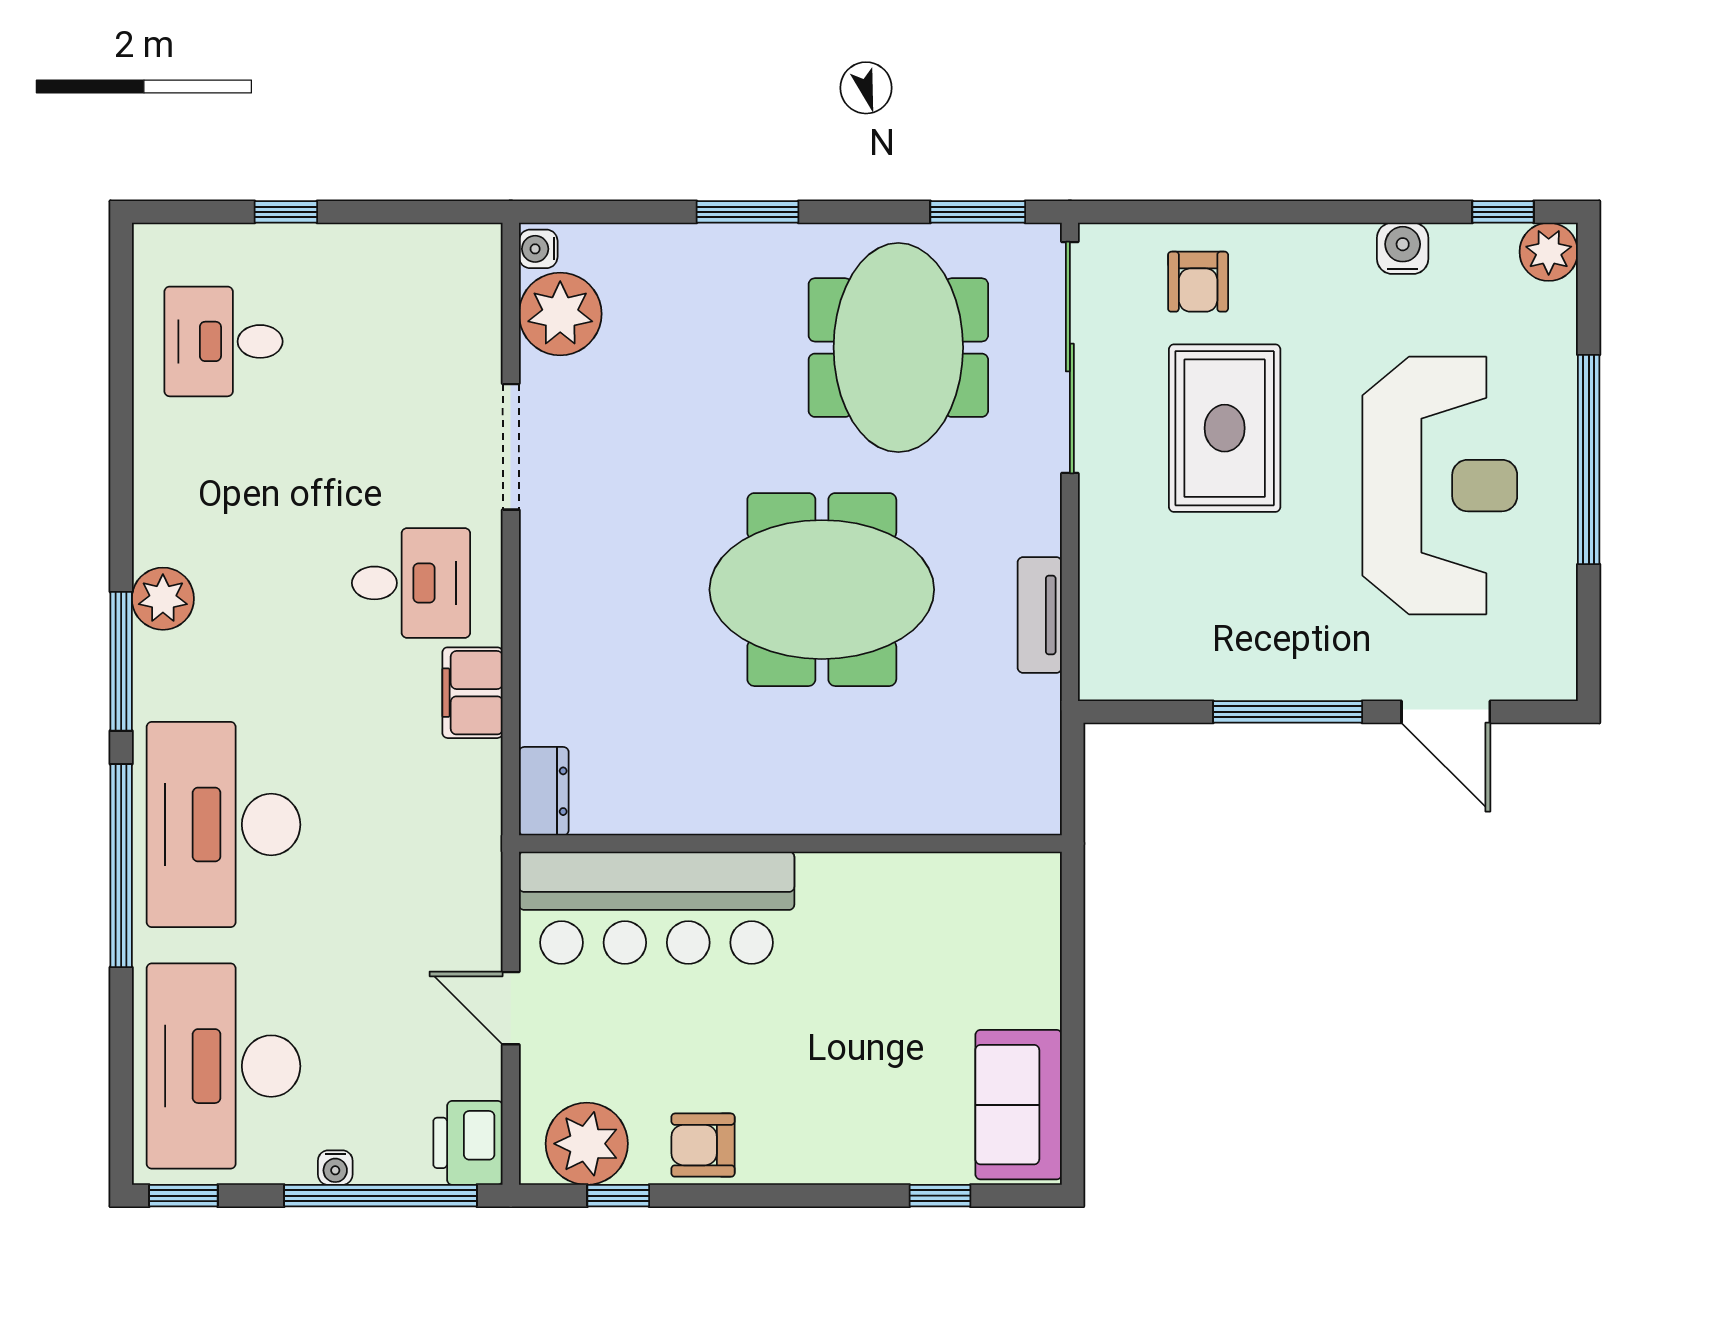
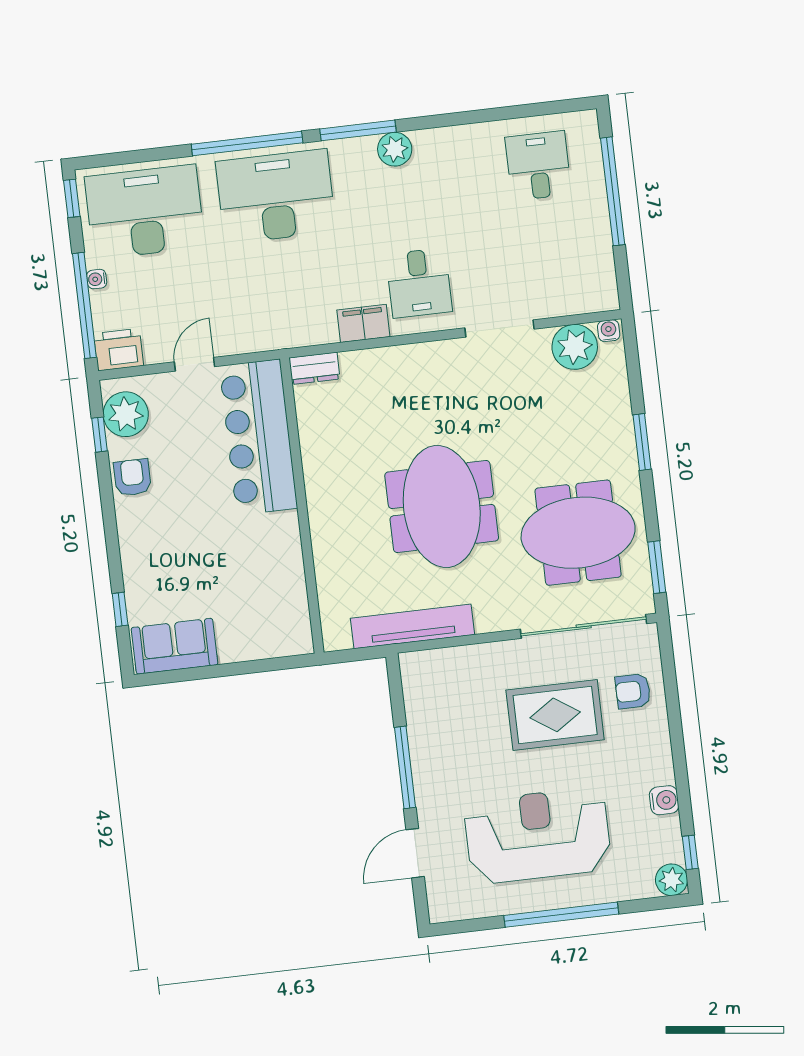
window: (286, 212) -> (613, 191), width x3.17
reception desk: (1440, 486) -> (538, 836), turned 180
tv unit: (1040, 615) -> (413, 626), width x1.92, depth x1.29

